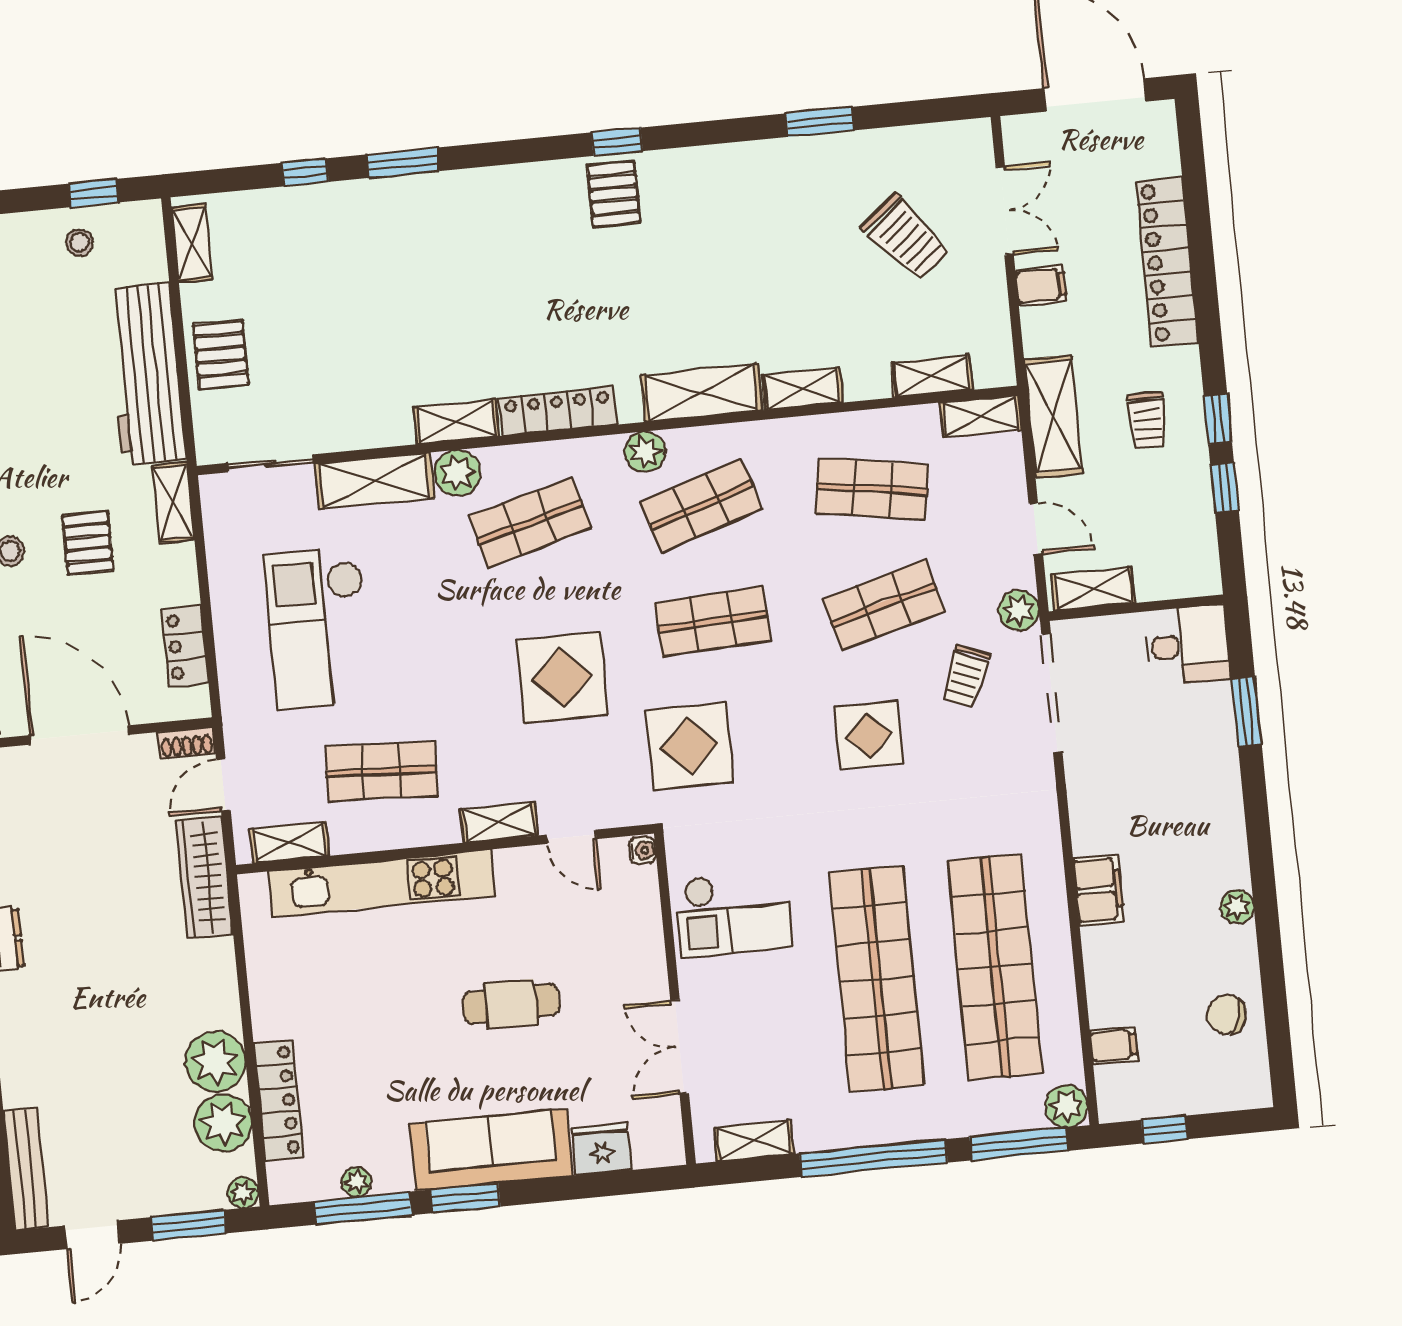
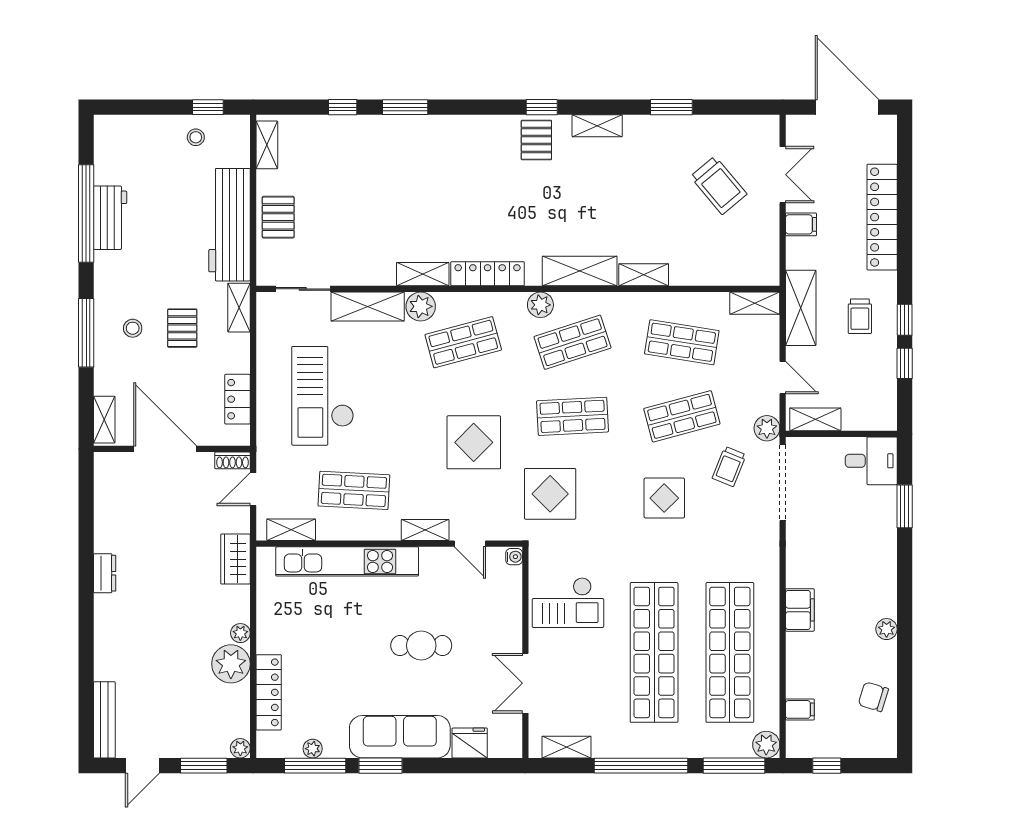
shelving: (932, 376) -> (597, 126), moved
wardrobe: (205, 877) -> (235, 559), width x0.67
plant: (223, 1123) -> (240, 633), moved, width x0.53, depth x0.53

